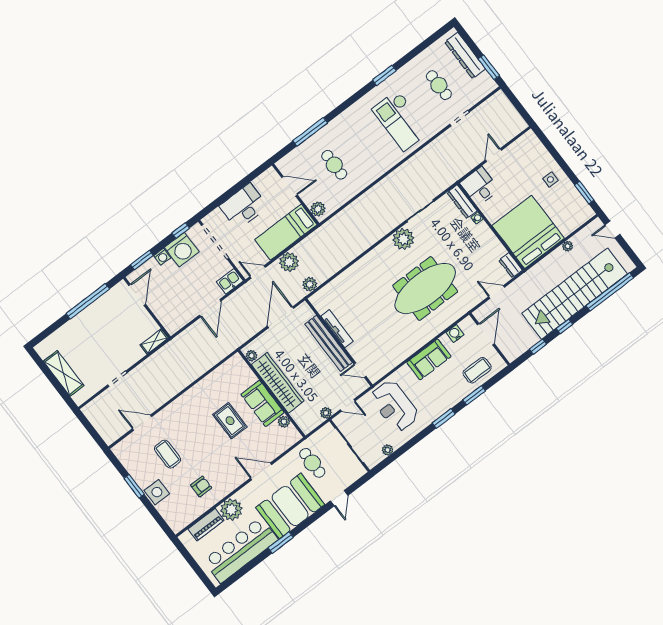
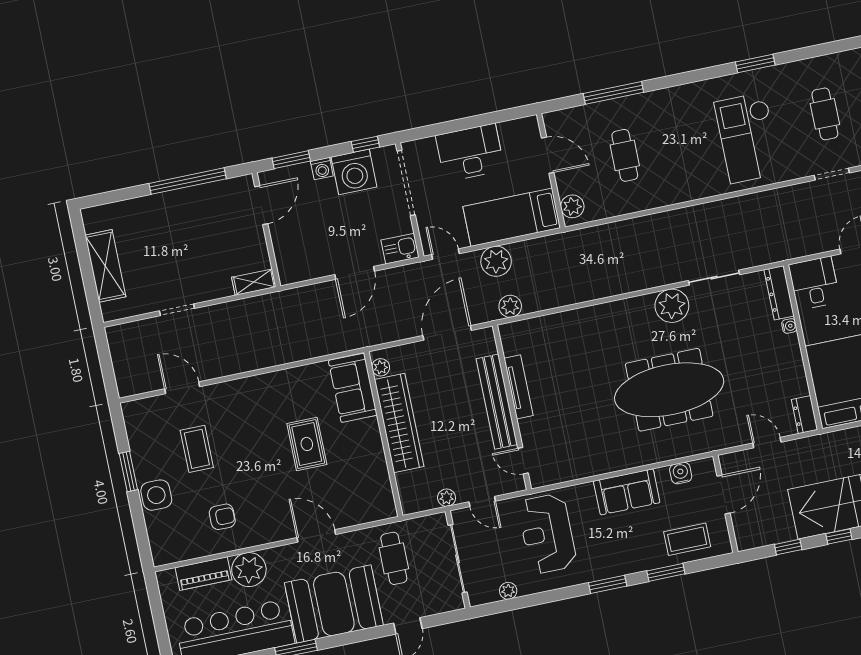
sofa: (262, 403) -> (353, 388), moved
plant: (284, 422) -> (382, 482), removed

